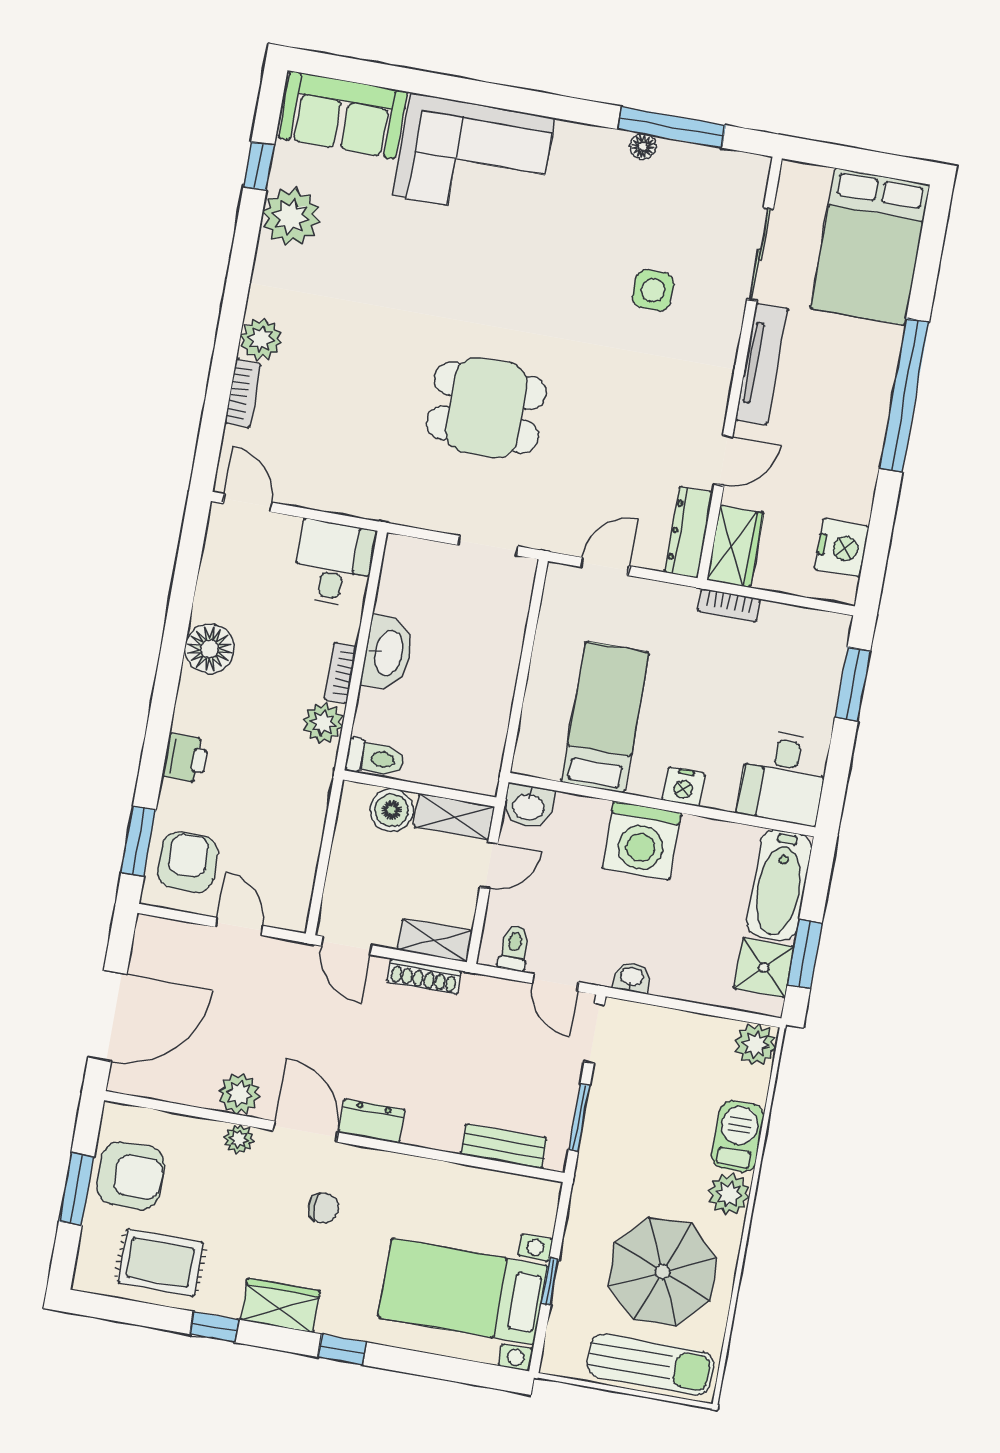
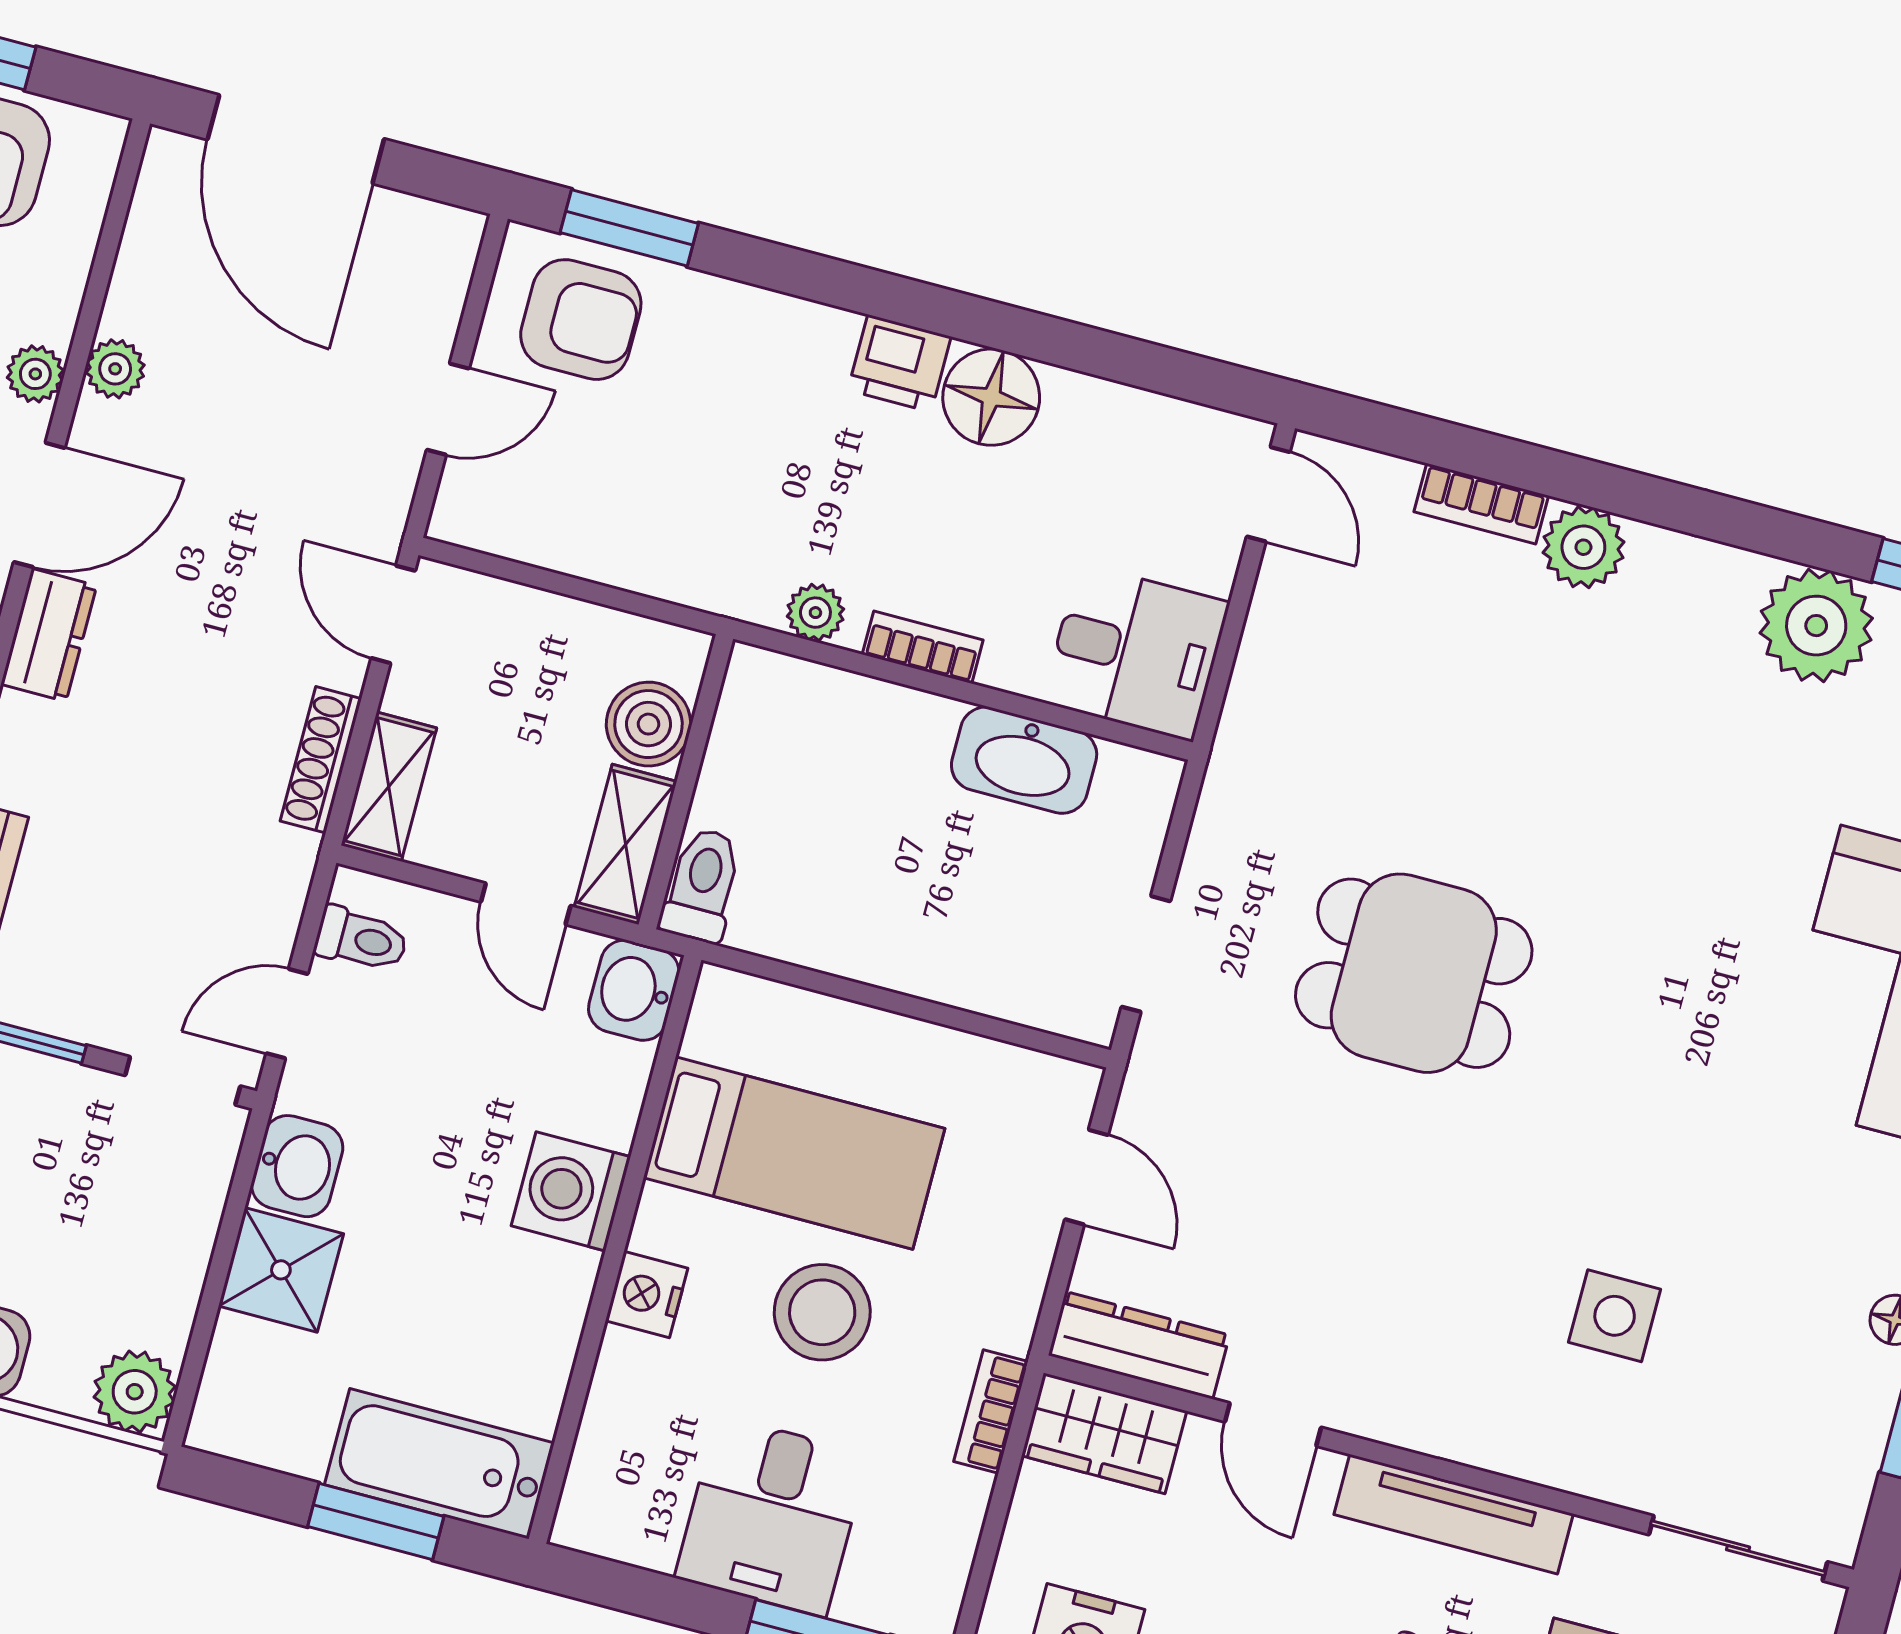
sliding door: (760, 254) -> (1738, 1548), moved
dining table: (486, 408) -> (1414, 973), turned 90
door: (247, 503) -> (1268, 494), hinge flipped
washbasin: (387, 653) -> (1024, 760), moved
stool: (685, 696) -> (822, 1312), added
plant: (323, 723) -> (815, 613), width x0.73, depth x0.73
printer: (185, 758) -> (899, 363), moved
toilet: (375, 758) -> (702, 885), moved, turned 180
desk: (783, 777) -> (772, 1516), moved, turned -90
washing machine: (642, 841) -> (571, 1191), width x0.73, depth x0.73
door: (346, 946) -> (393, 614), hinge flipped
window: (805, 954) -> (376, 1521), moved
shower: (764, 968) -> (281, 1270), moved
washbasin: (632, 977) -> (297, 1166), width x1.38, depth x1.45
plant: (239, 1094) -> (115, 369), width x0.73, depth x0.73

